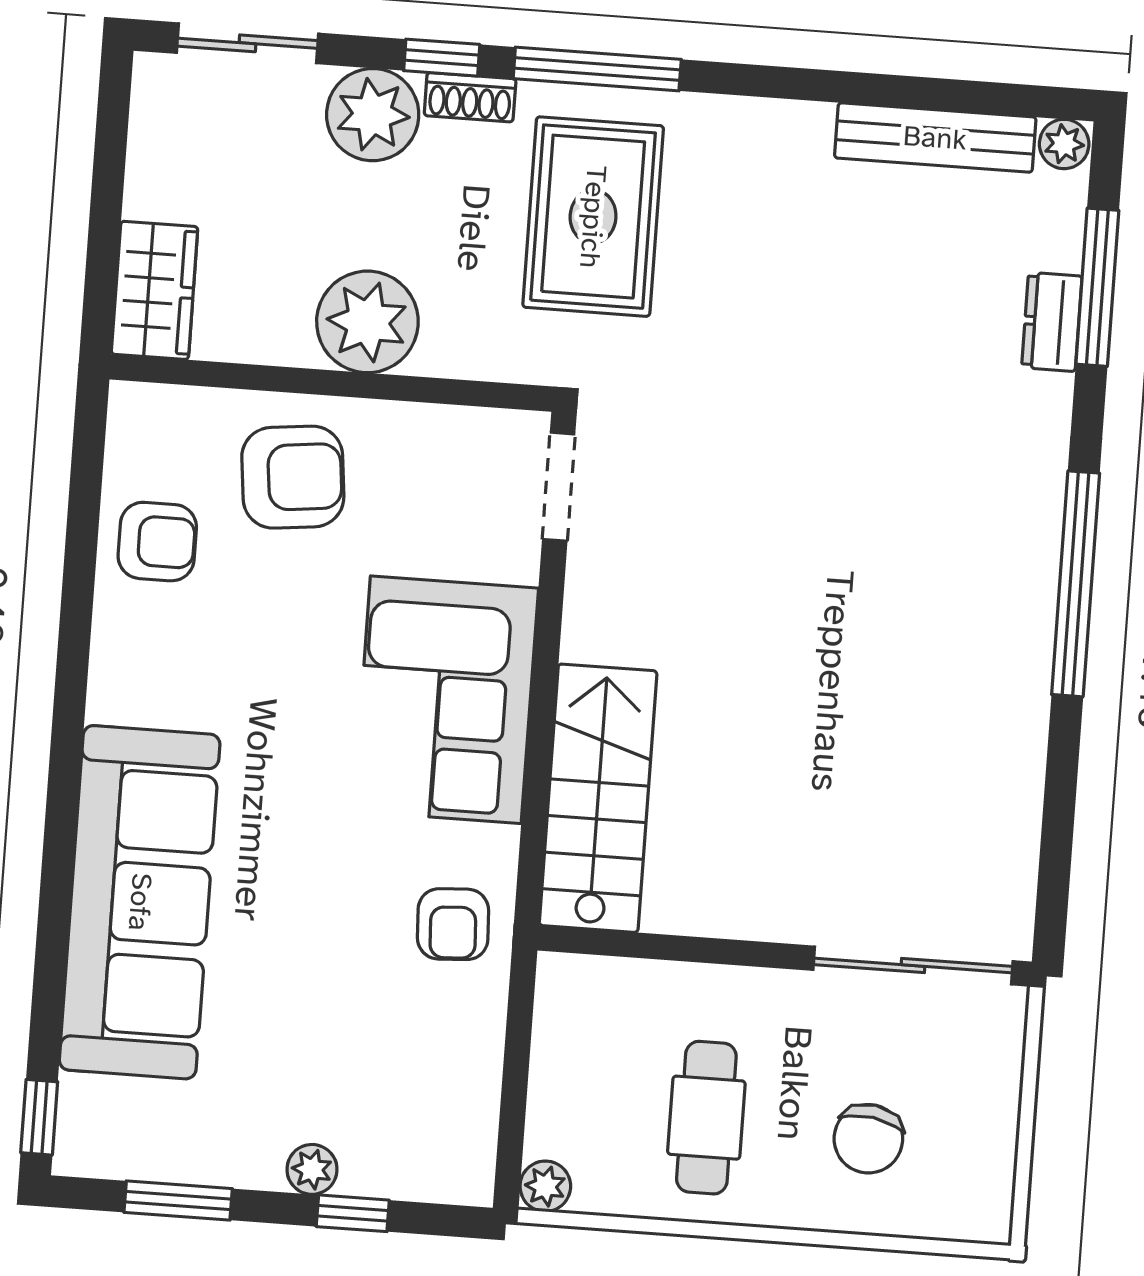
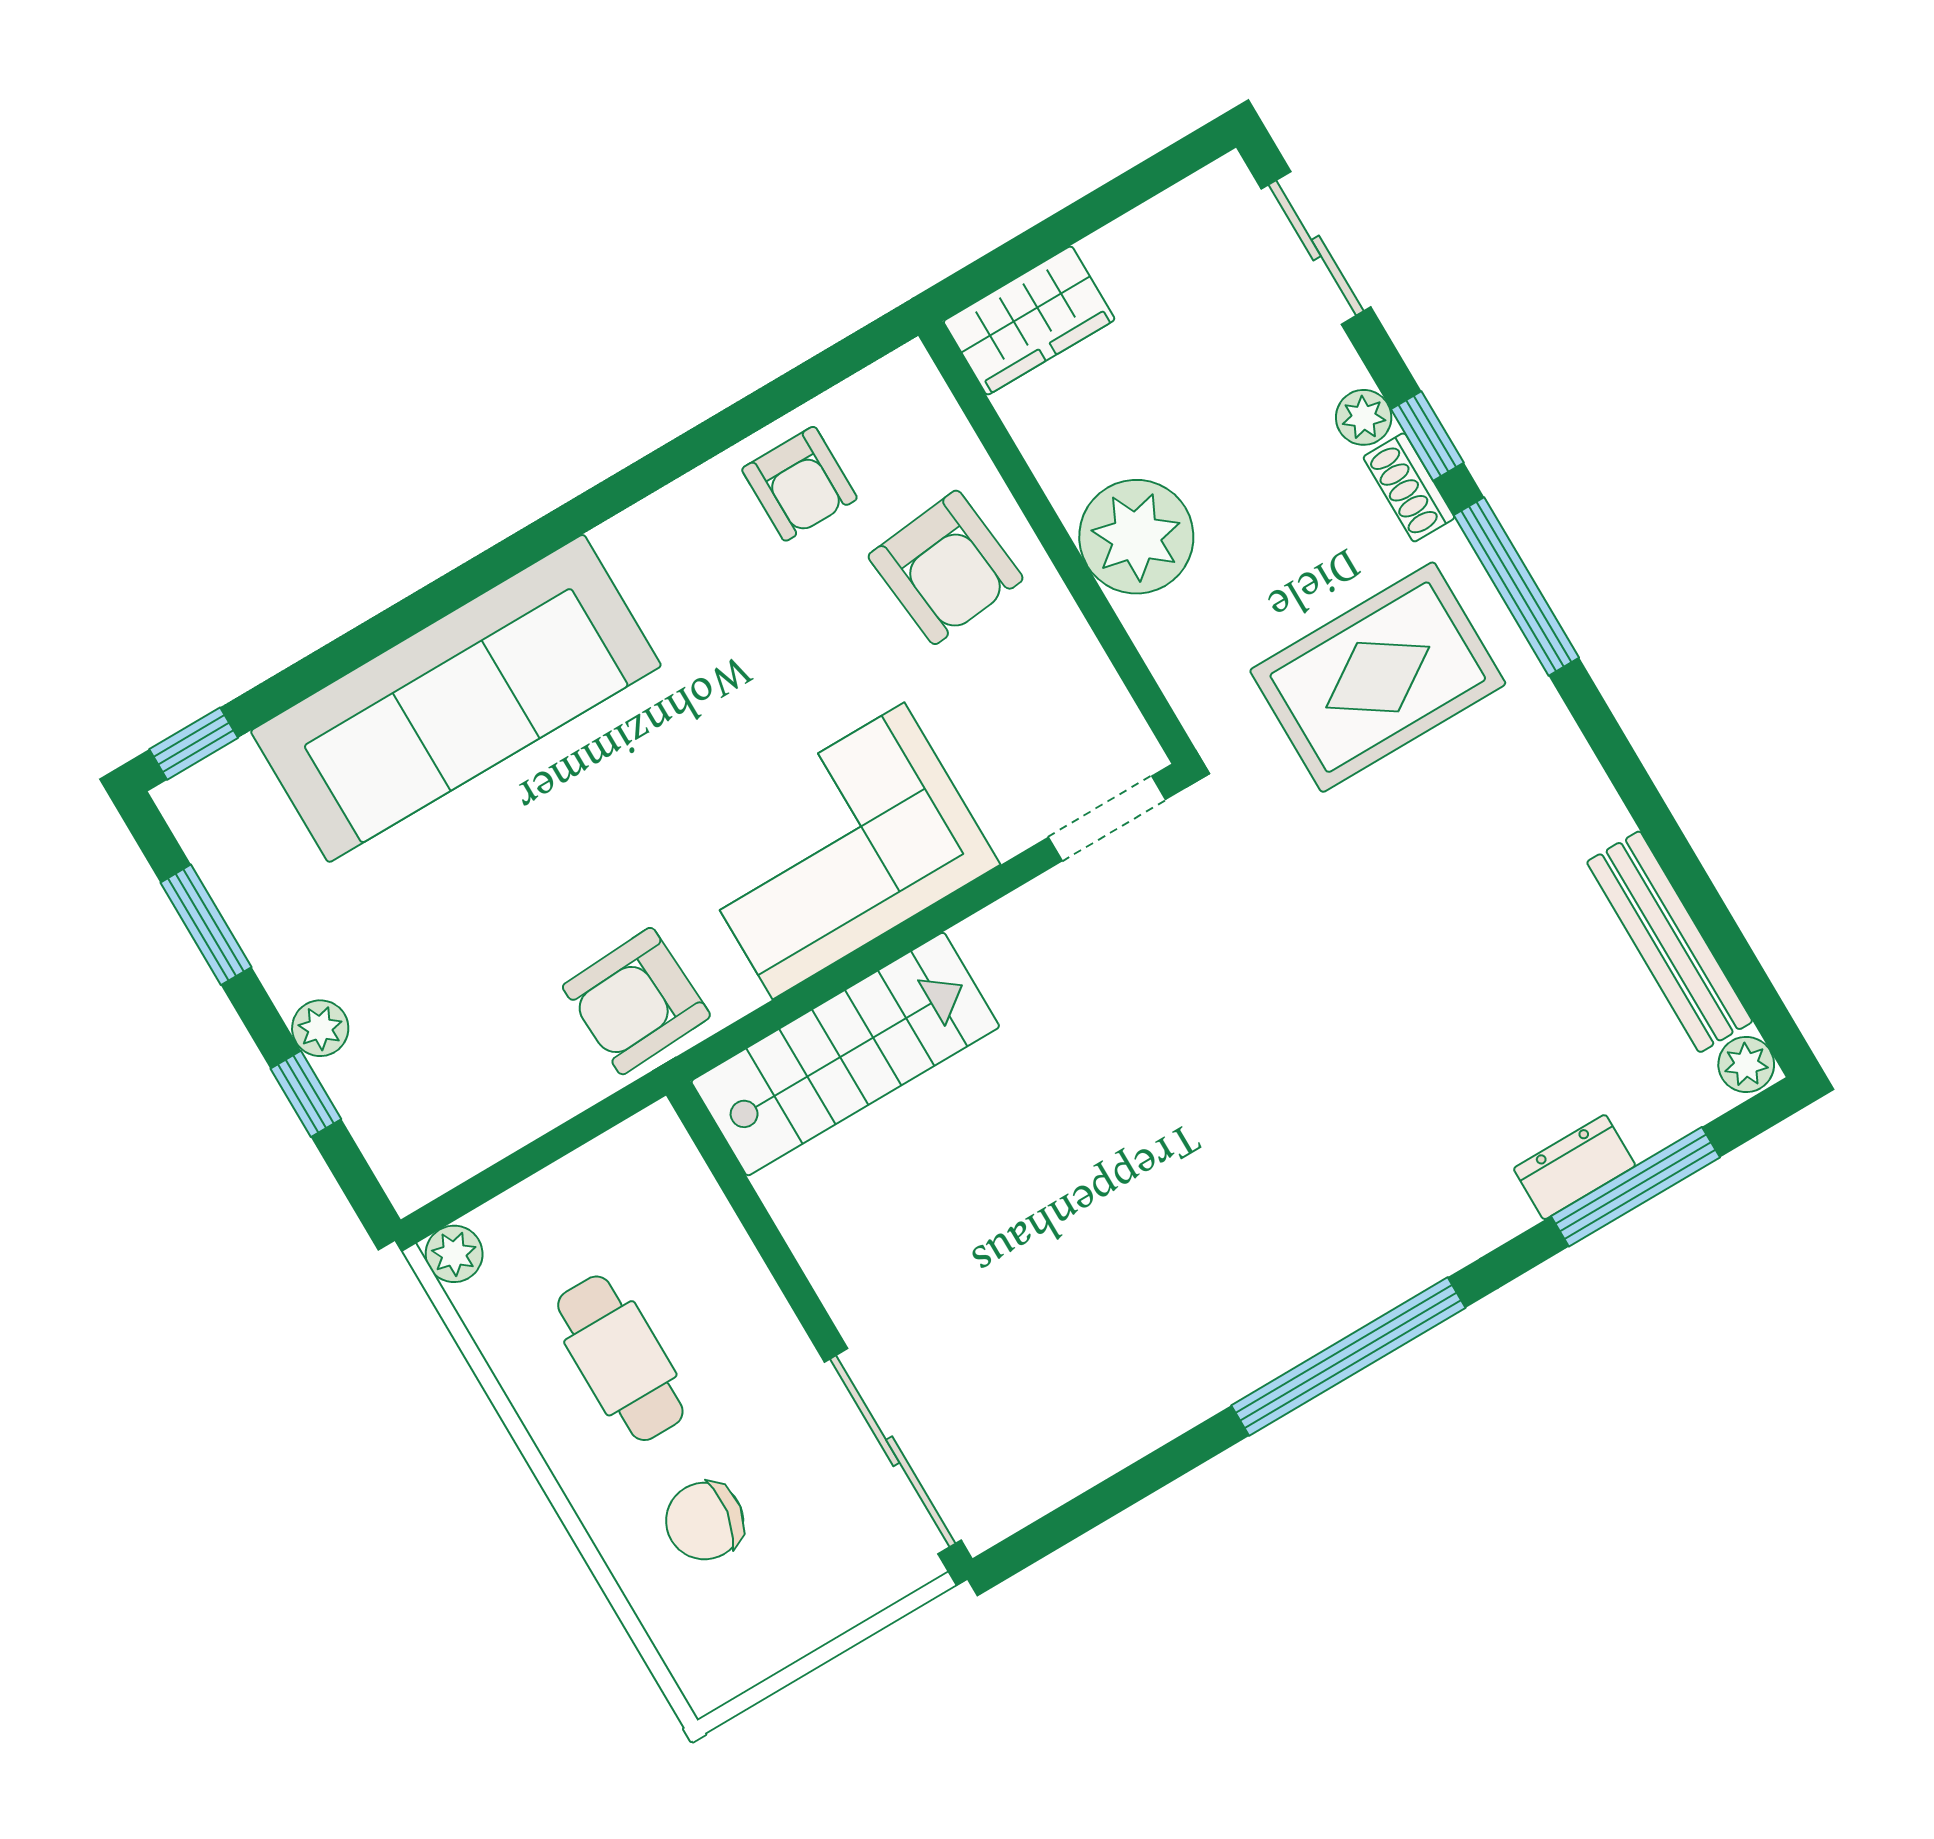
plant: (373, 115) -> (1364, 417), width x0.53, depth x0.53
armchair: (453, 924) -> (636, 1001), width x1.38, depth x1.38
cafe table: (706, 1118) -> (620, 1358), turned 90

